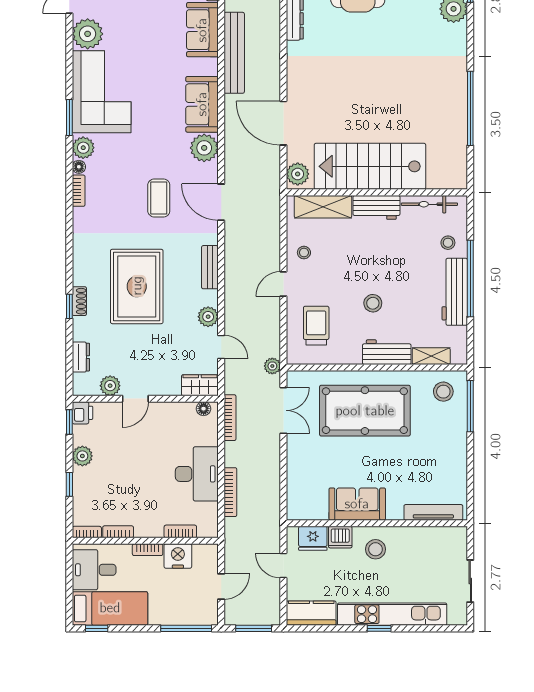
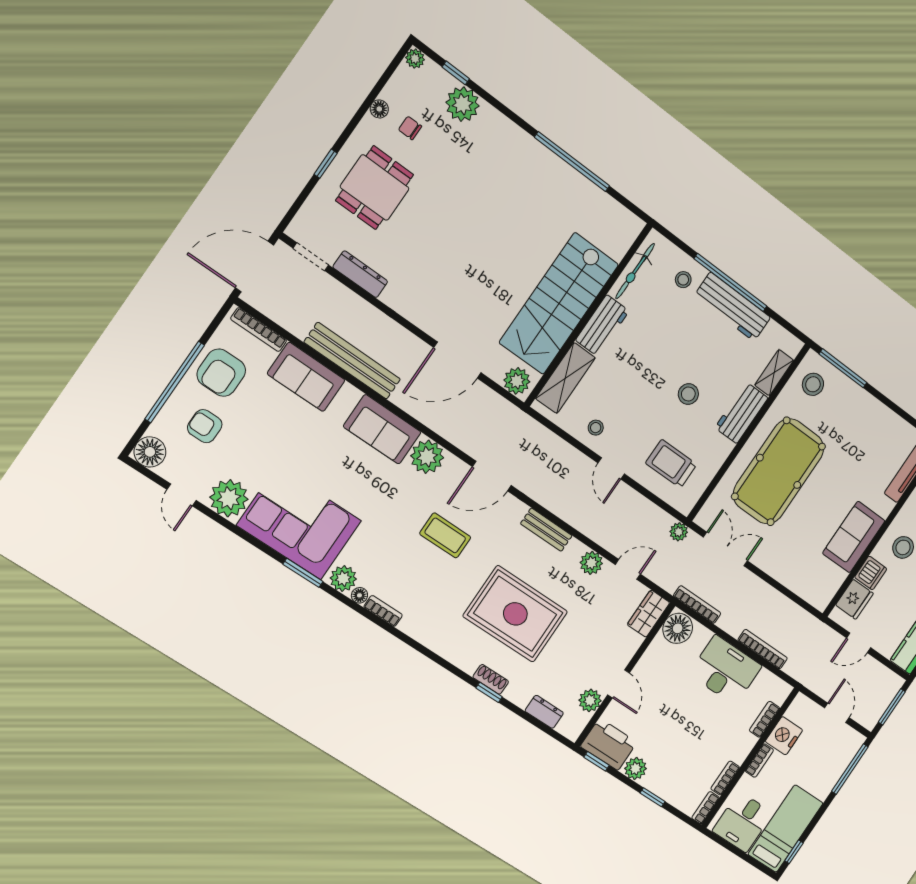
floor lamp: (204, 409) -> (678, 628), width x1.89, depth x1.89
printer: (82, 413) -> (609, 744), width x1.87, depth x1.48

